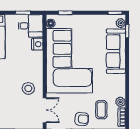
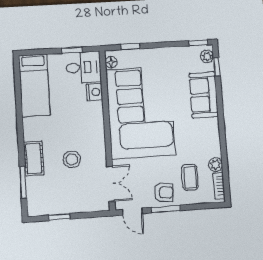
sofa: (116, 51) -> (204, 95), width x0.73
stool: (28, 88) -> (72, 159), moved

